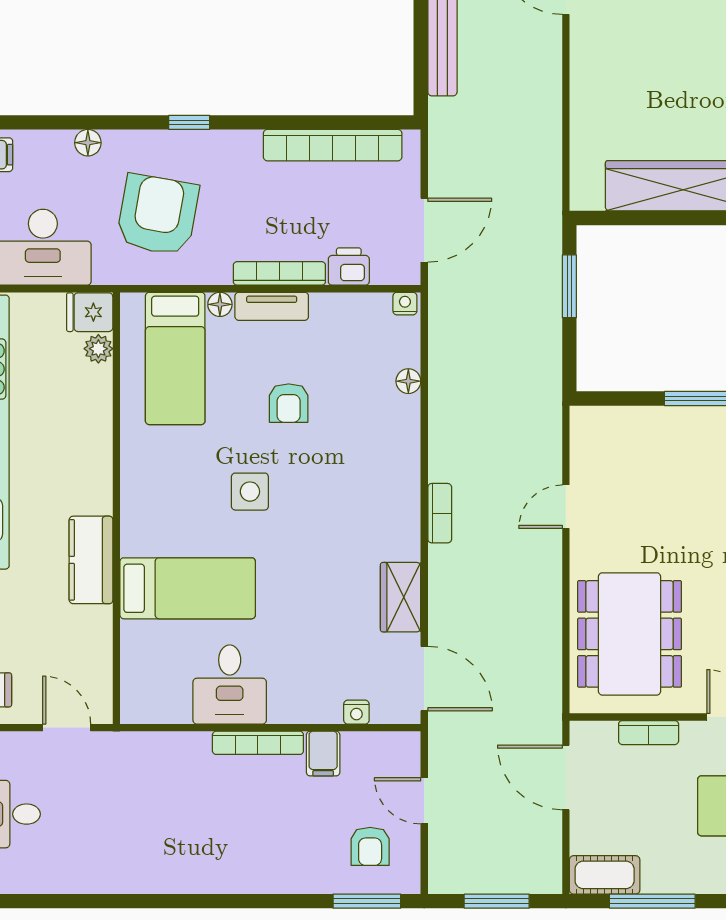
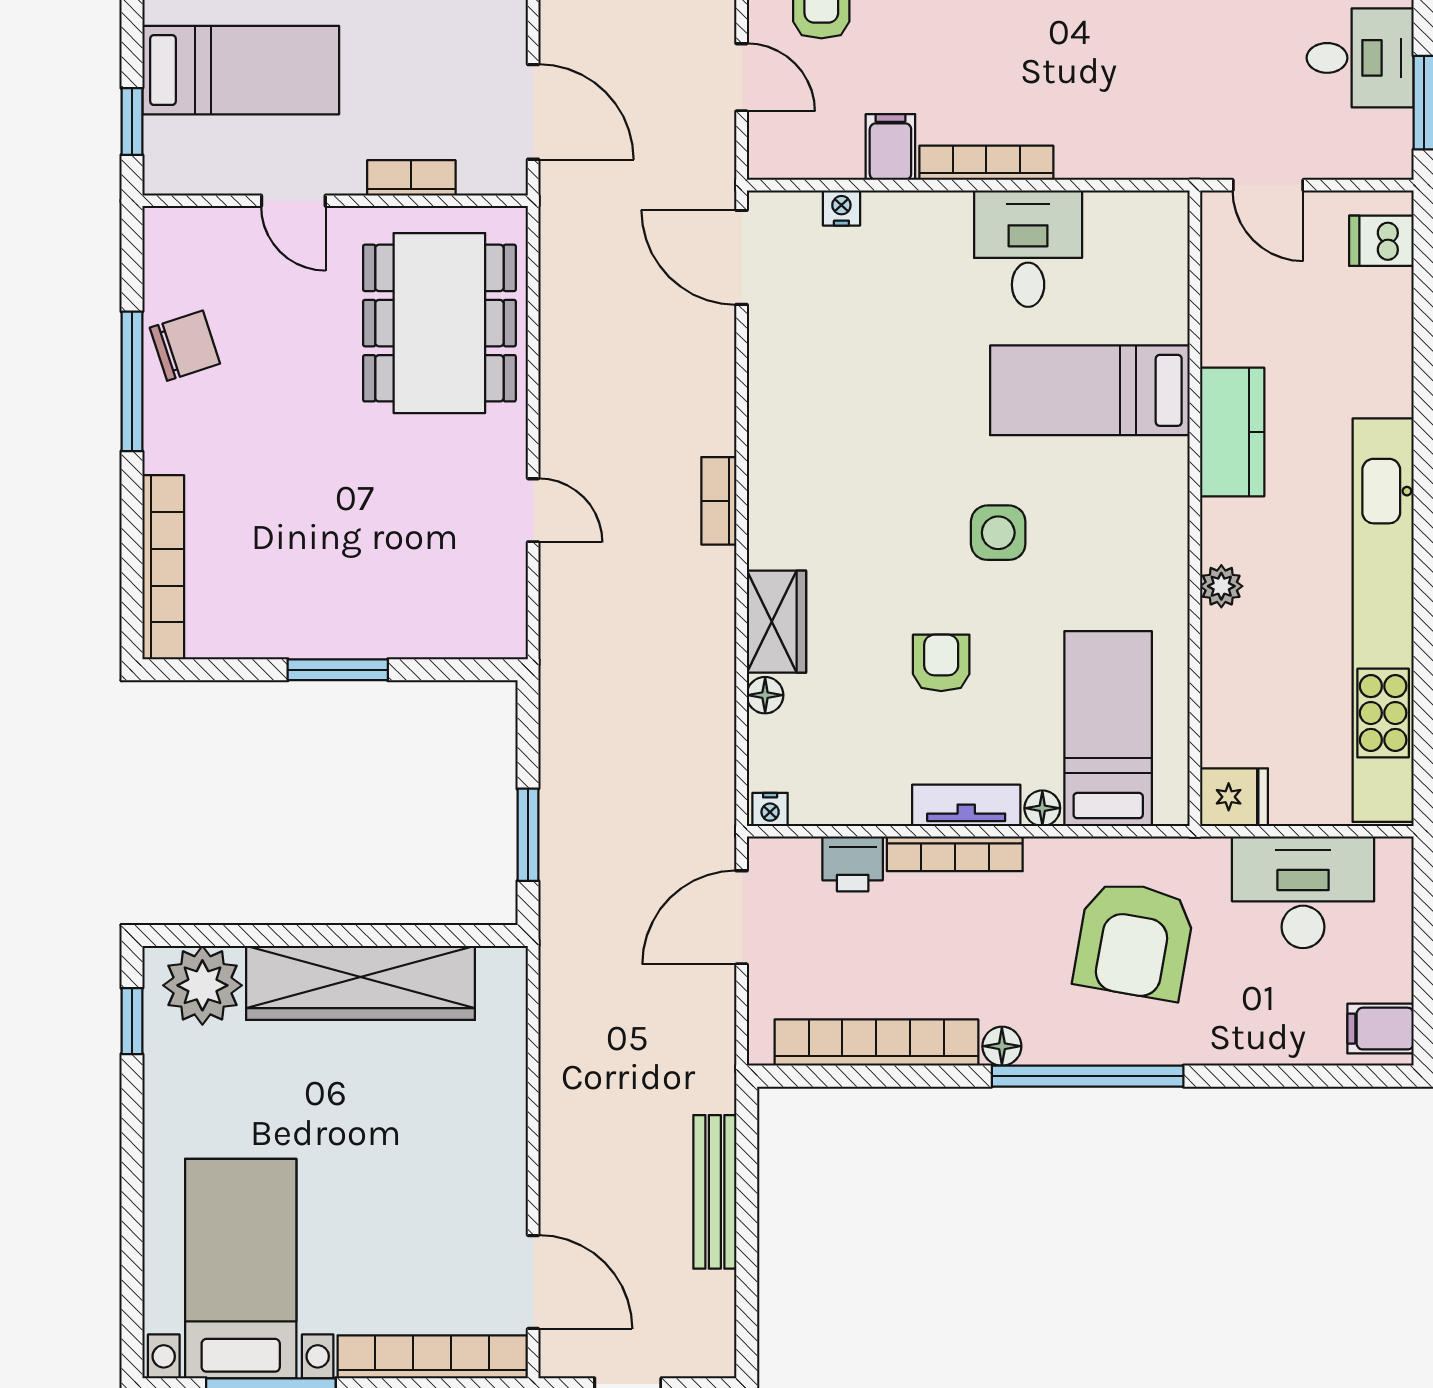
window: (189, 122) -> (1088, 1076), width x3.17
floor lamp: (88, 143) -> (1002, 1046), moved
plant: (98, 349) -> (1221, 586), moved
door: (566, 507) -> (533, 510), hinge flipped
wardrobe: (401, 597) -> (776, 622), moved

